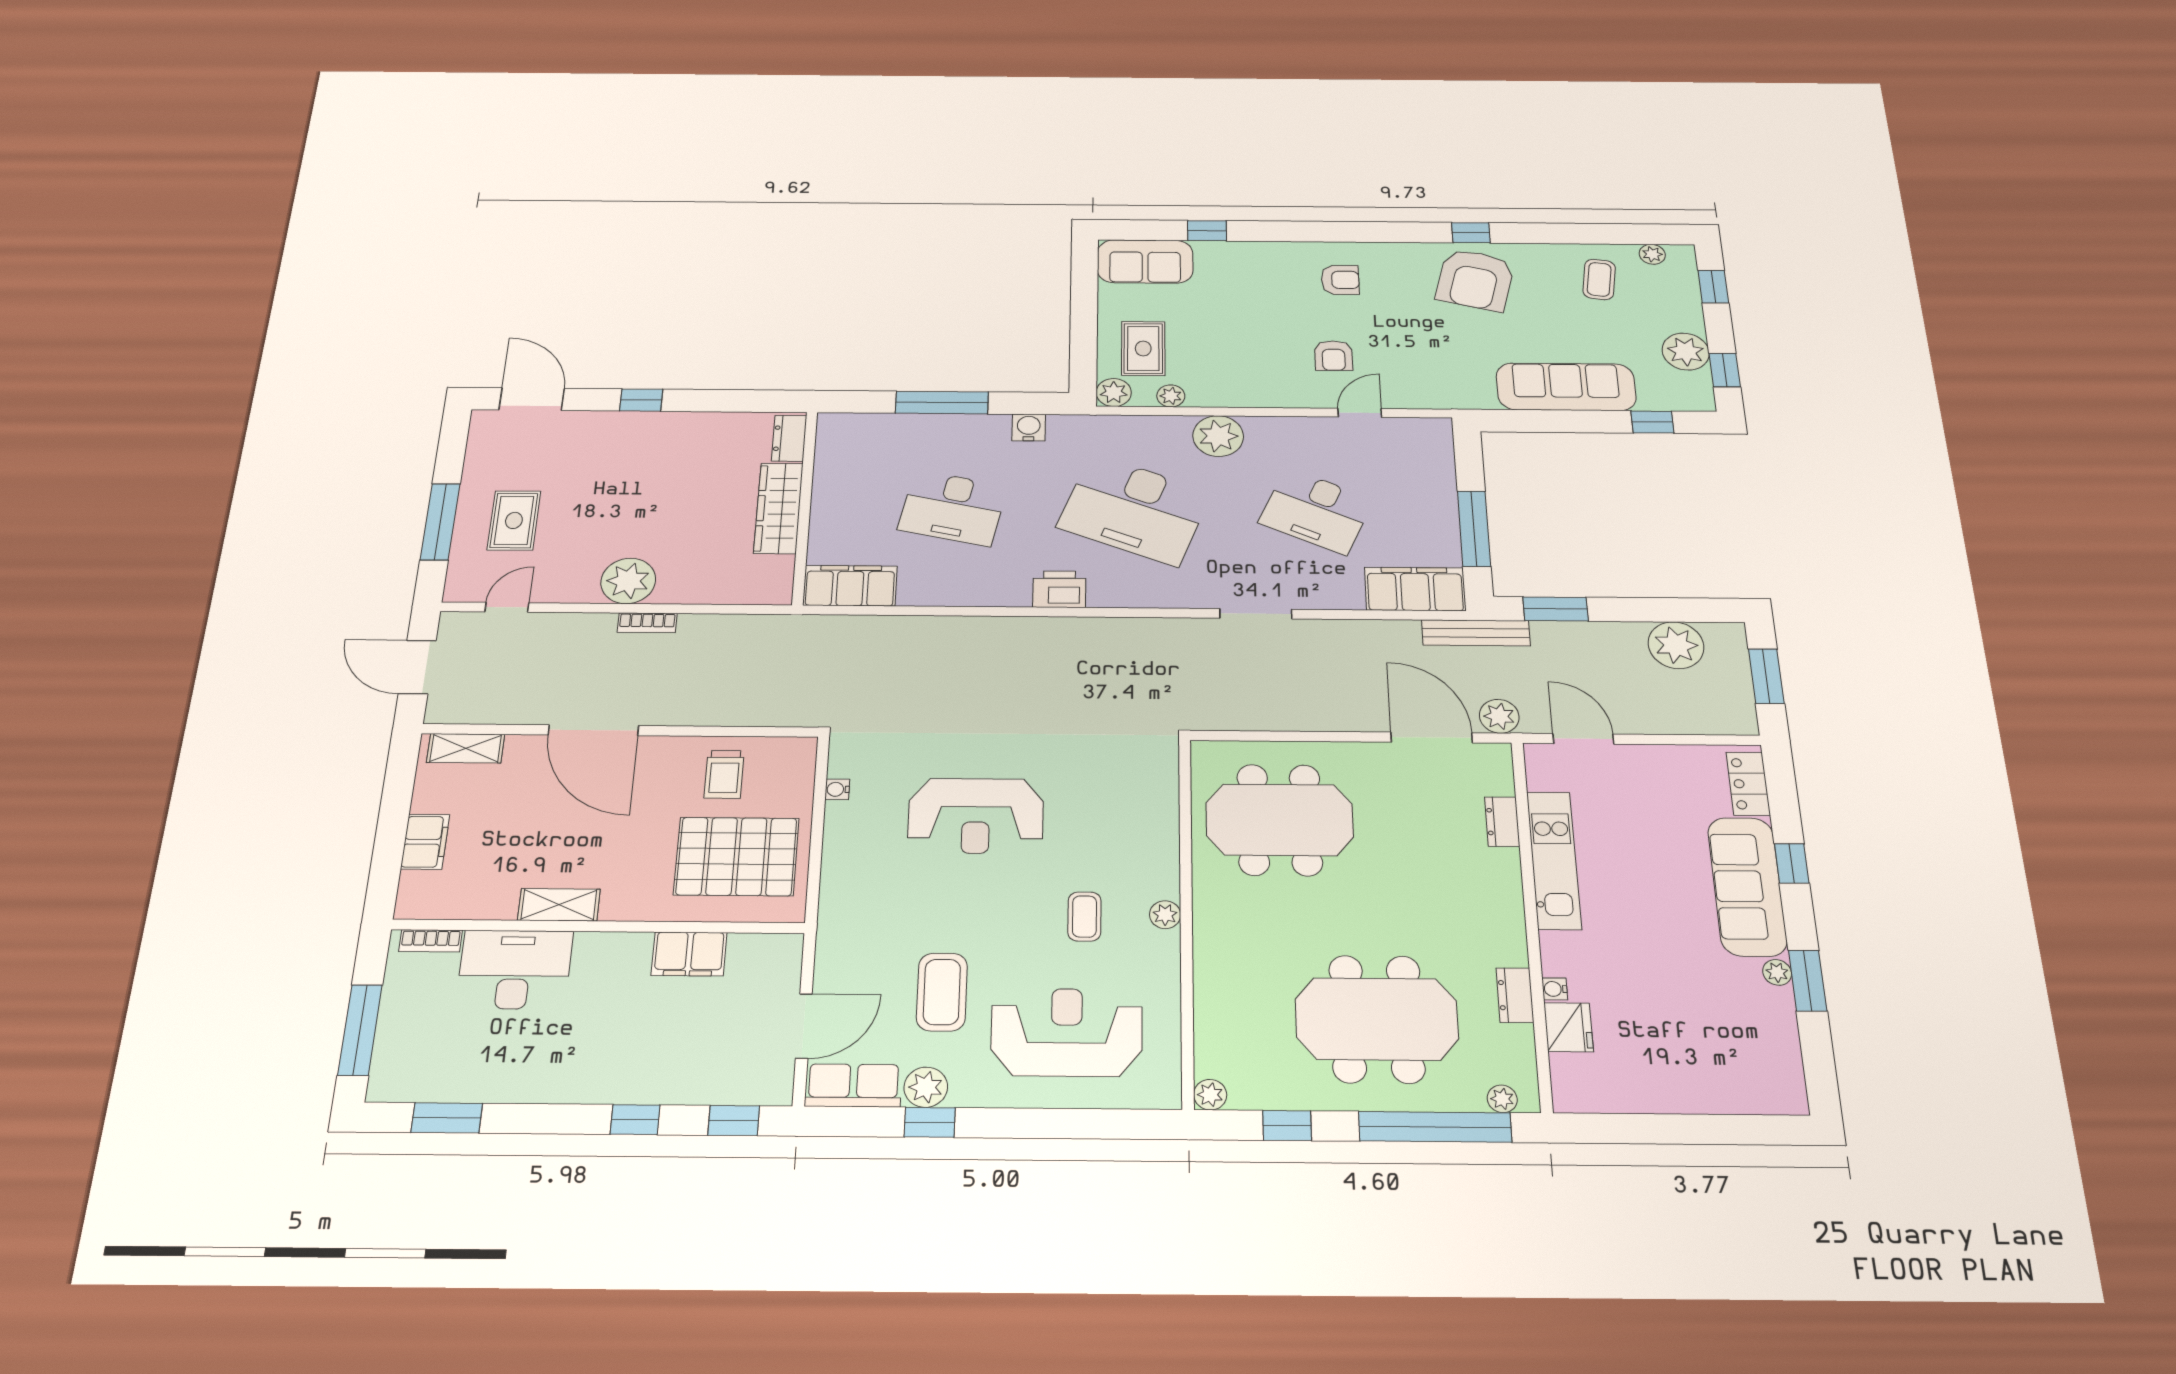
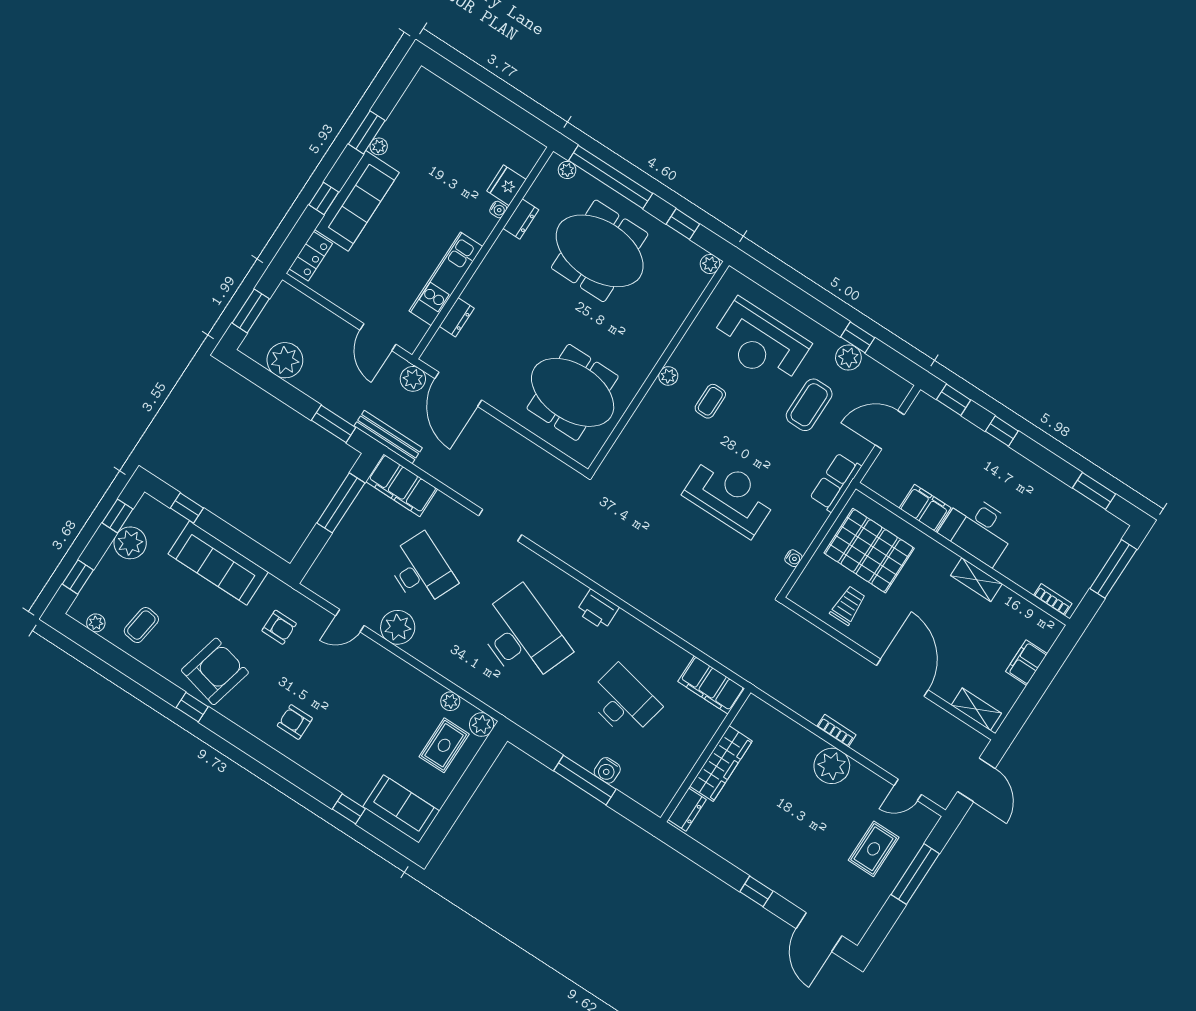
armchair: (1334, 356) -> (279, 627), moved, turned 90
water cooler: (1029, 427) -> (607, 770), moved
plant: (1218, 436) -> (398, 627), moved
desk: (515, 970) -> (978, 529), moved
row of seats: (853, 1085) -> (836, 482), moved, turned 90

